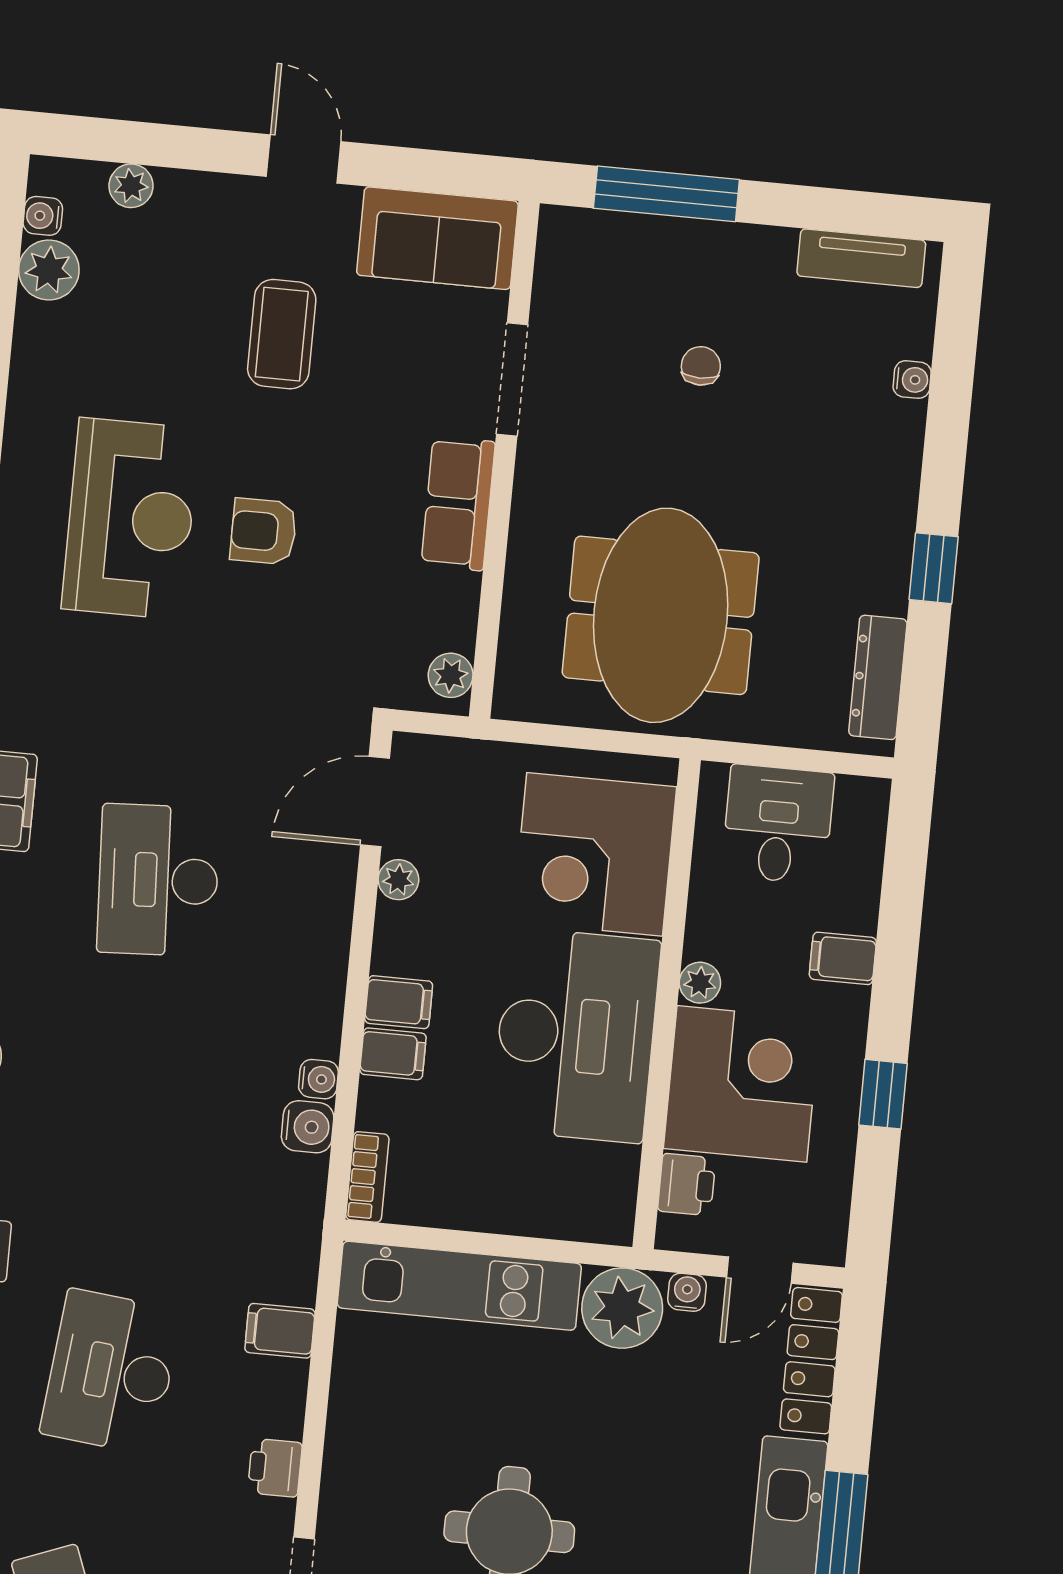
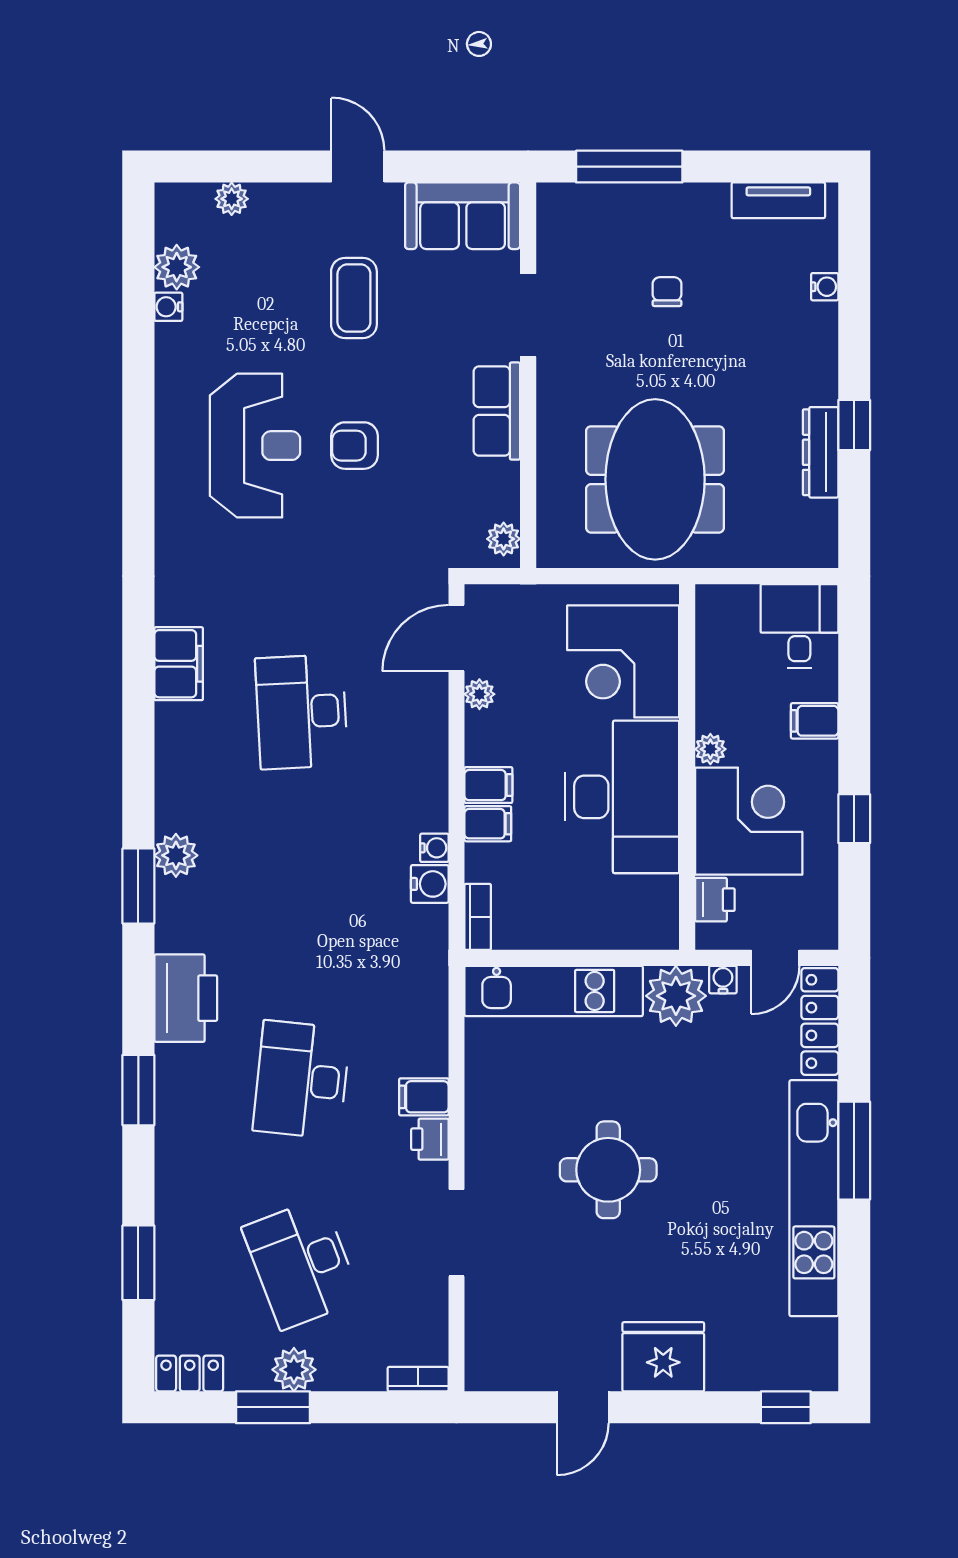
water cooler: (43, 216) -> (168, 307), moved
dresser: (878, 677) -> (821, 452), moved
desk: (778, 824) -> (799, 626), moved
filing cabinet: (280, 1331) -> (424, 1097), moved

